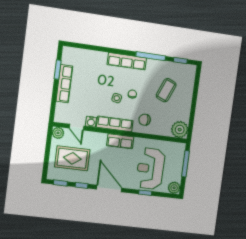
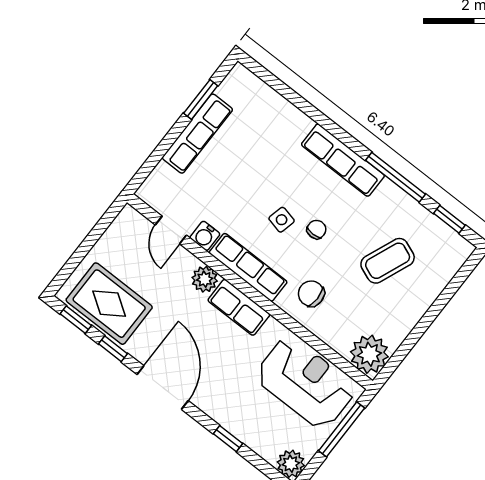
plant: (58, 133) -> (205, 279), moved
rug: (72, 158) -> (109, 304), moved
reception desk: (150, 169) -> (305, 383), moved, turned 90

